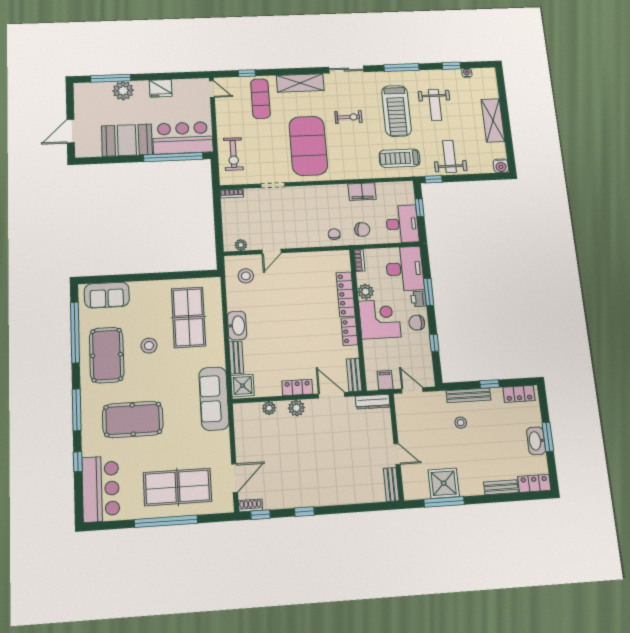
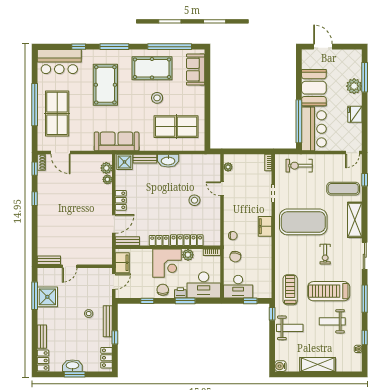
filing cabinet: (362, 192) -> (265, 226), moved
stool: (246, 276) -> (194, 200), moved
filing cabinet: (385, 380) -> (122, 263), width x2.00
dresser: (373, 402) -> (107, 253), removed
plant: (296, 408) -> (106, 168), moved

